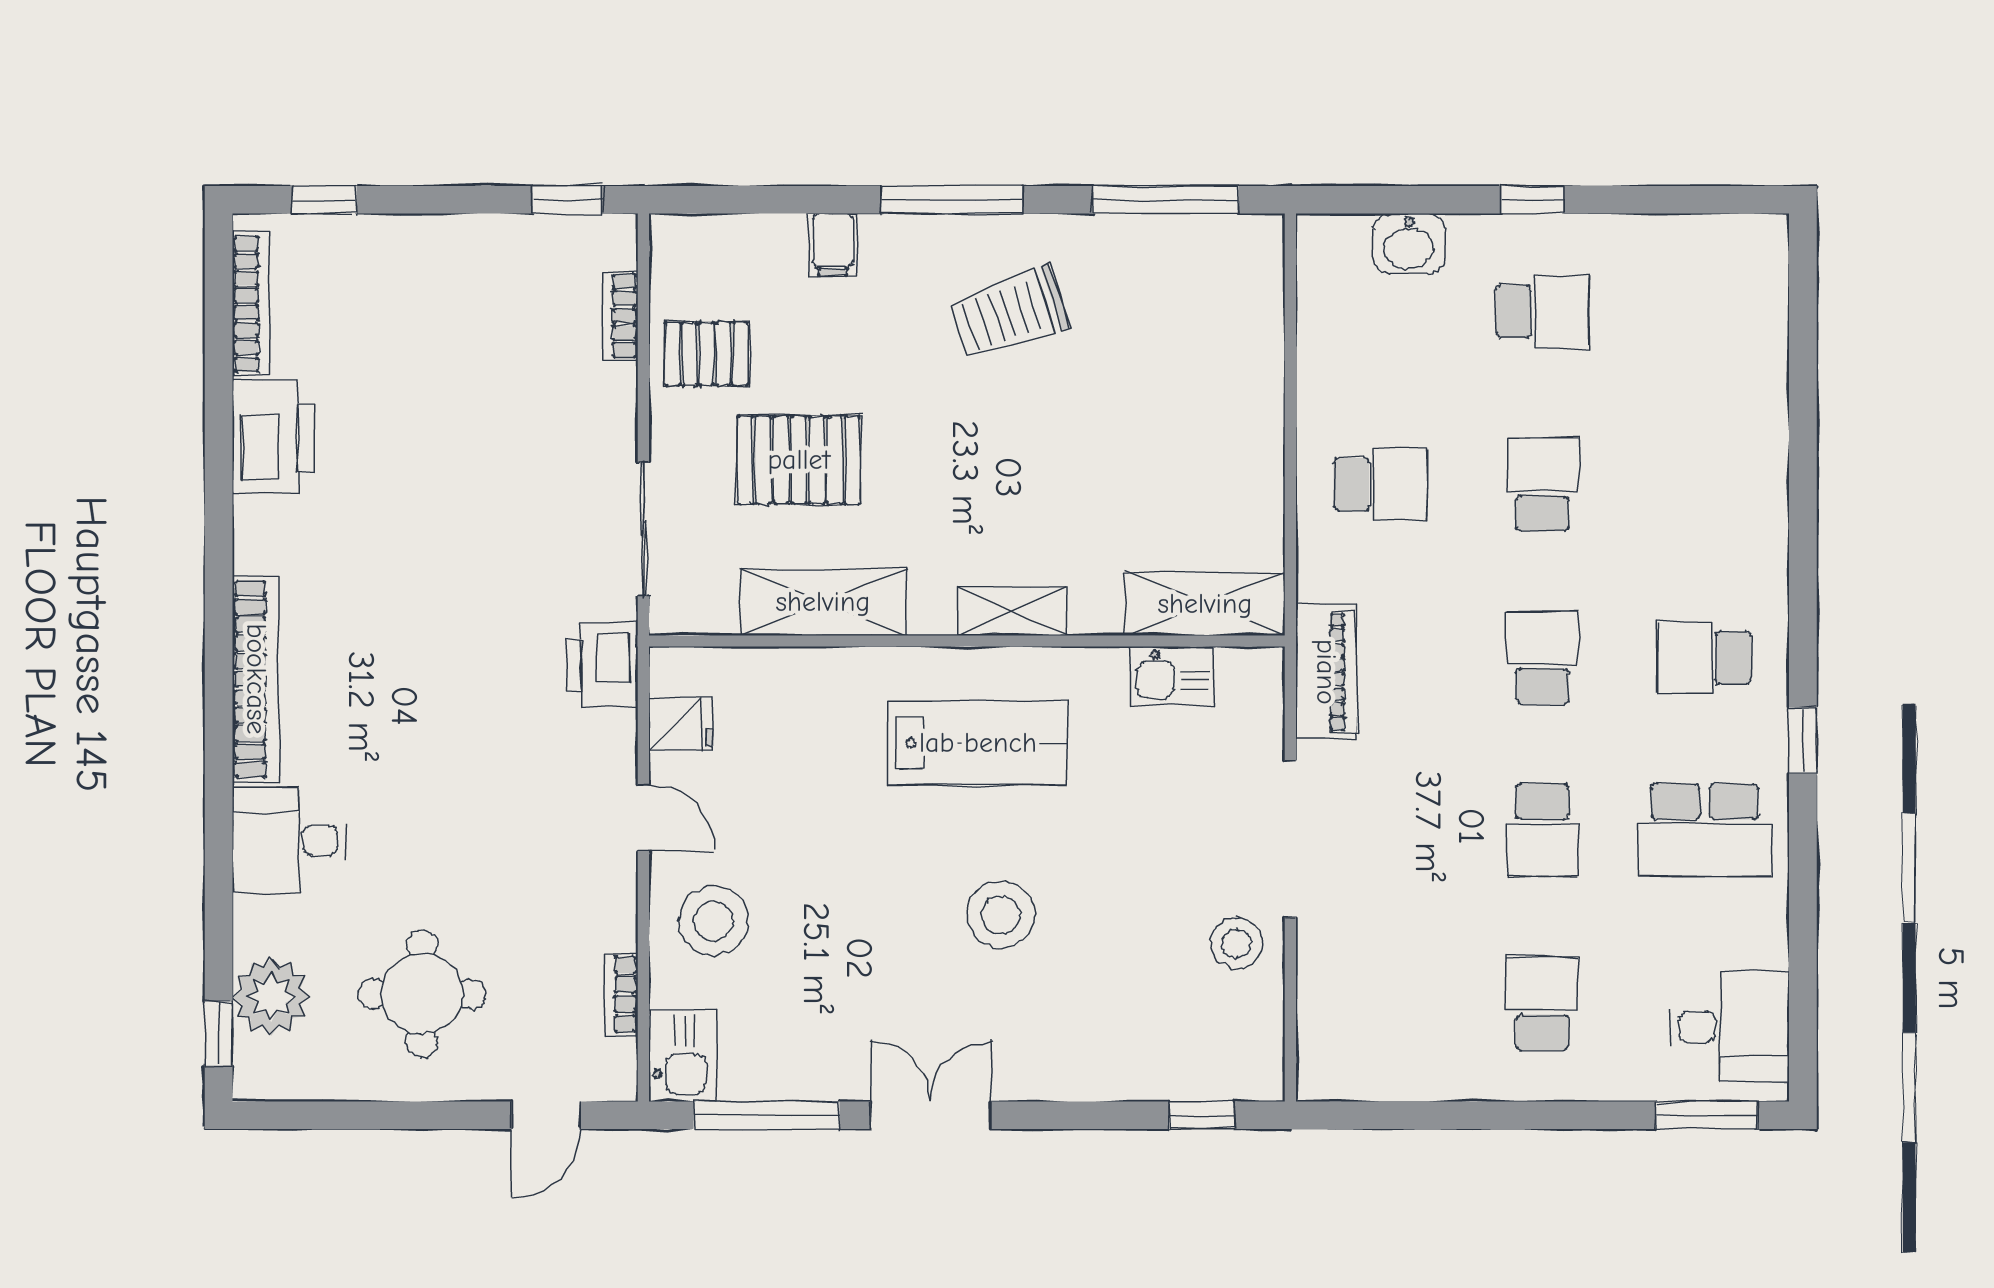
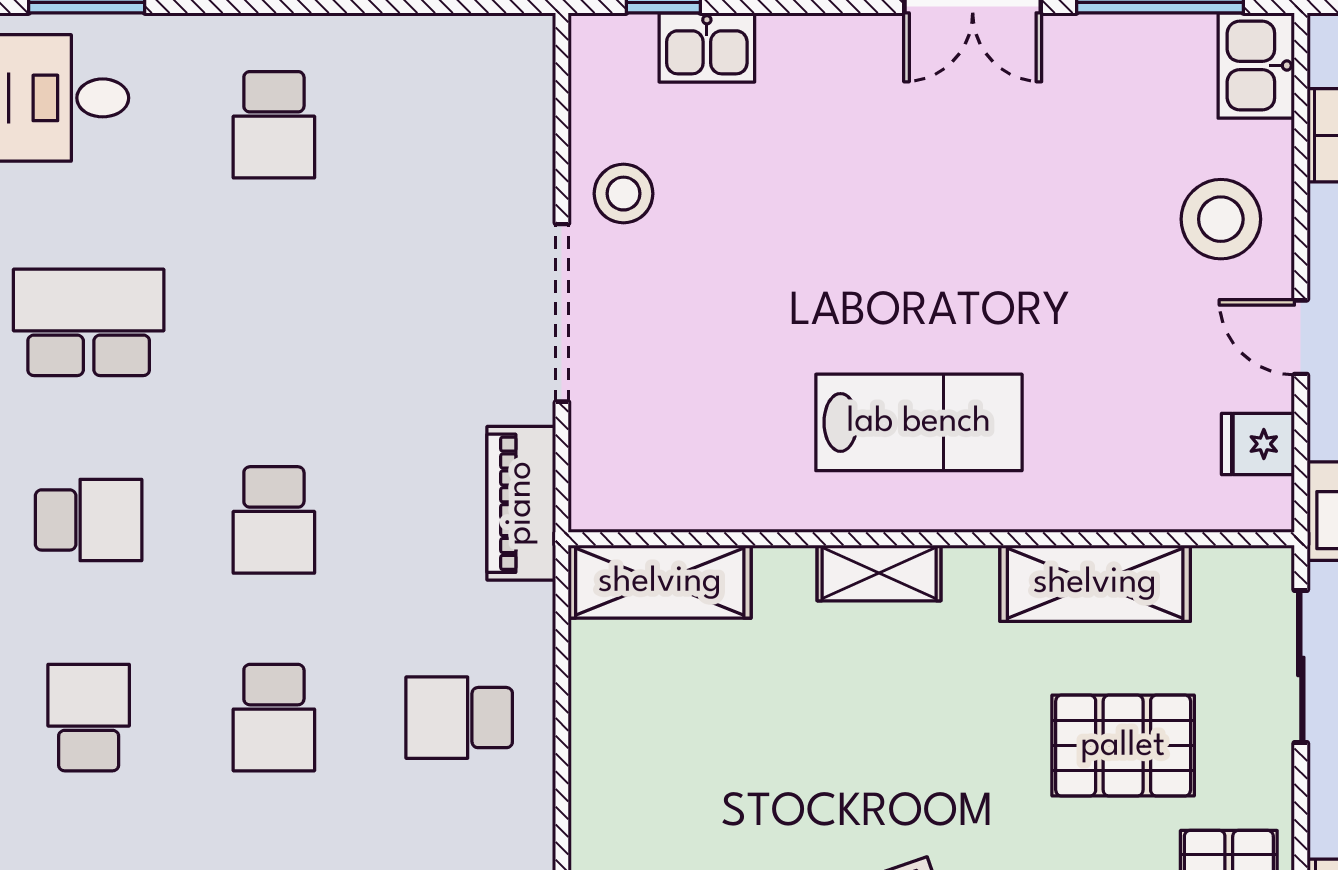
kitchen sink: (1172, 677) -> (707, 47), moved, turned 180
lab bench: (978, 743) -> (919, 422), turned 180
school desk: (1542, 830) -> (89, 718), moved
stool: (1001, 915) -> (893, 226), removed

